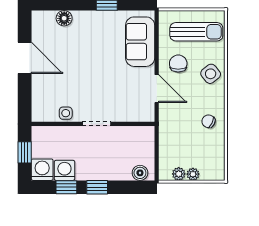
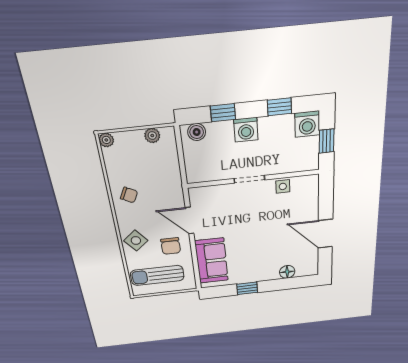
washing machine: (64, 170) -> (246, 130), moved
plant: (193, 174) -> (106, 140), moved
window: (97, 187) -> (223, 113), moved

